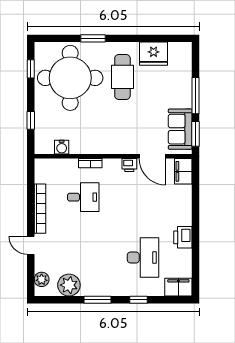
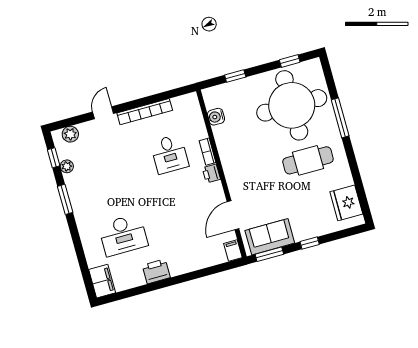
window: (93, 38) -> (340, 118), width x1.44
fridge: (154, 54) -> (346, 203), moved
window: (195, 96) -> (310, 243), width x0.46
printer: (129, 165) -> (211, 174), moved
filing cabinet: (183, 171) -> (233, 251), width x0.50
plant: (69, 285) -> (67, 166), width x0.53, depth x0.53
window: (139, 300) -> (54, 158), moved

